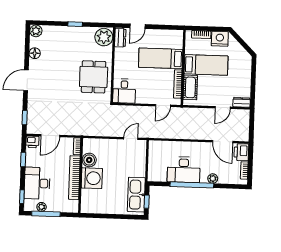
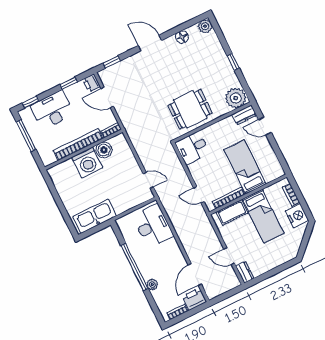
desk: (184, 170) -> (153, 226), moved, turned 180
window: (147, 202) -> (93, 231), removed
plant: (42, 207) -> (31, 127), removed

